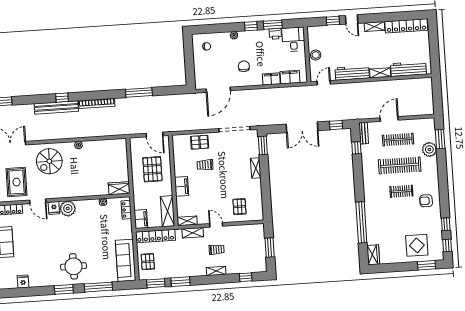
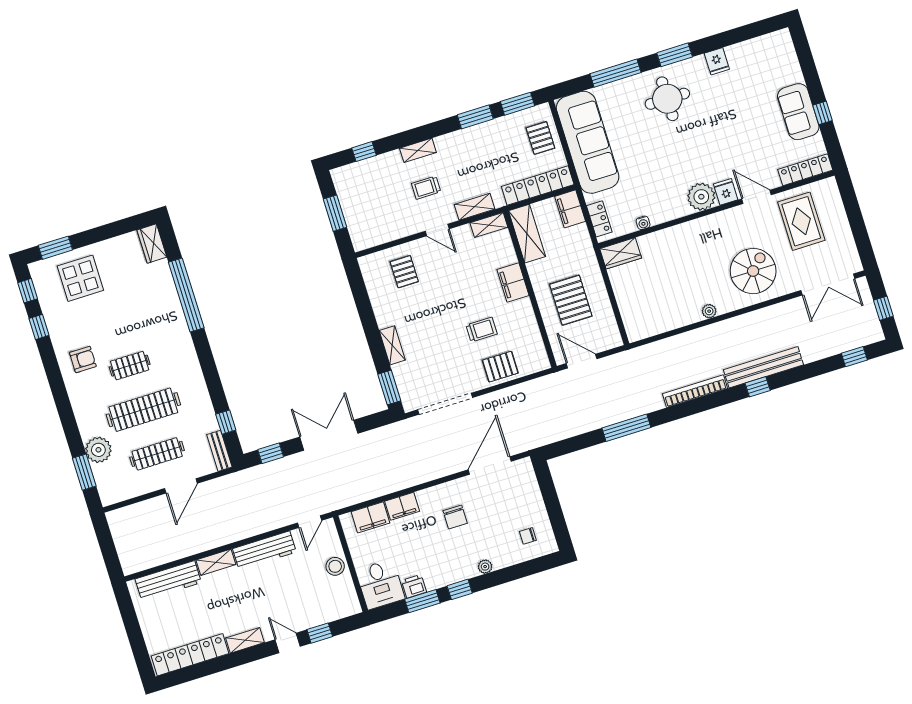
sofa: (126, 260) -> (588, 142), width x1.36, depth x1.27
fridge: (23, 282) -> (717, 61), moved

